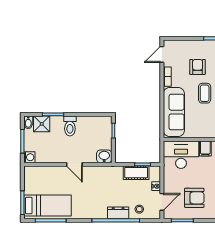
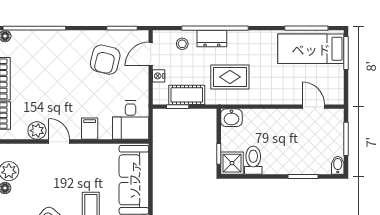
shower: (42, 124) -> (232, 163), moved
toilet: (70, 126) -> (253, 160), moved
desk: (181, 155) -> (131, 120), width x0.73
washing machine: (29, 157) -> (336, 116), removed
door: (74, 164) -> (313, 107), moved
rug: (105, 185) -> (230, 77), added
armchair: (194, 198) -> (105, 60), turned -77

